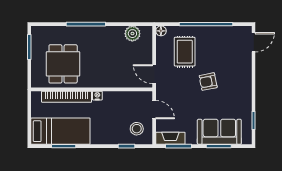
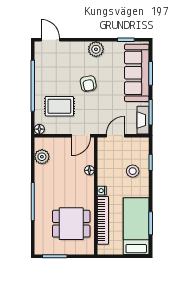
floor lamp: (118, 83) -> (89, 170), added
plant: (244, 89) -> (96, 49), added
stool: (137, 129) -> (133, 171), moved
sofa: (219, 132) -> (137, 73), width x1.36

